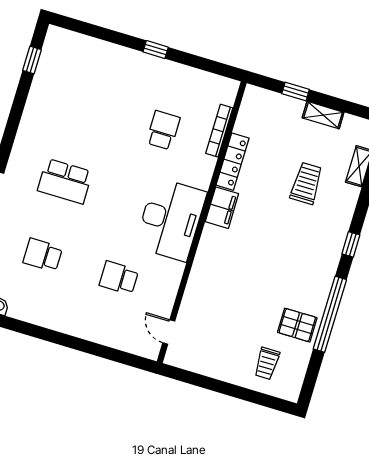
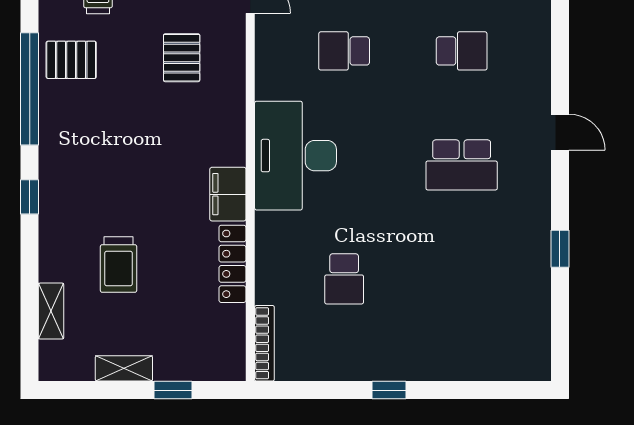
window: (32, 60) -> (560, 249), moved
bookcase: (219, 131) -> (264, 343), moved
school desk: (65, 181) -> (462, 165), turned 180
school desk: (119, 278) -> (344, 51), turned 180
pallet: (225, 305) -> (182, 58), added

